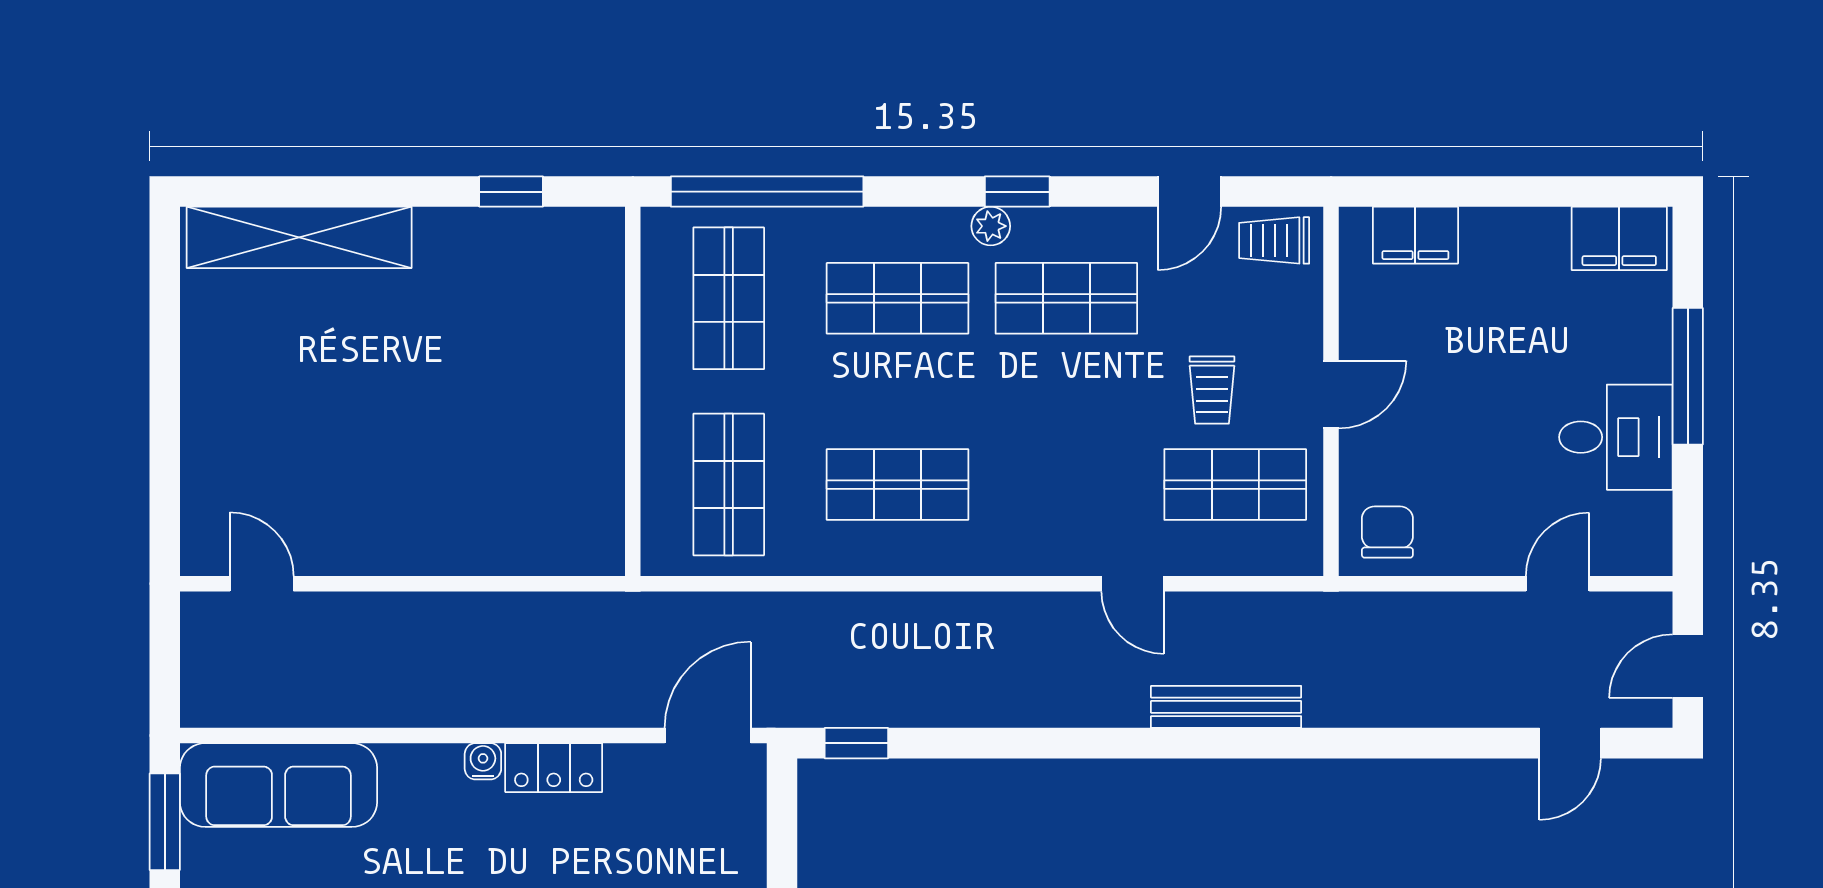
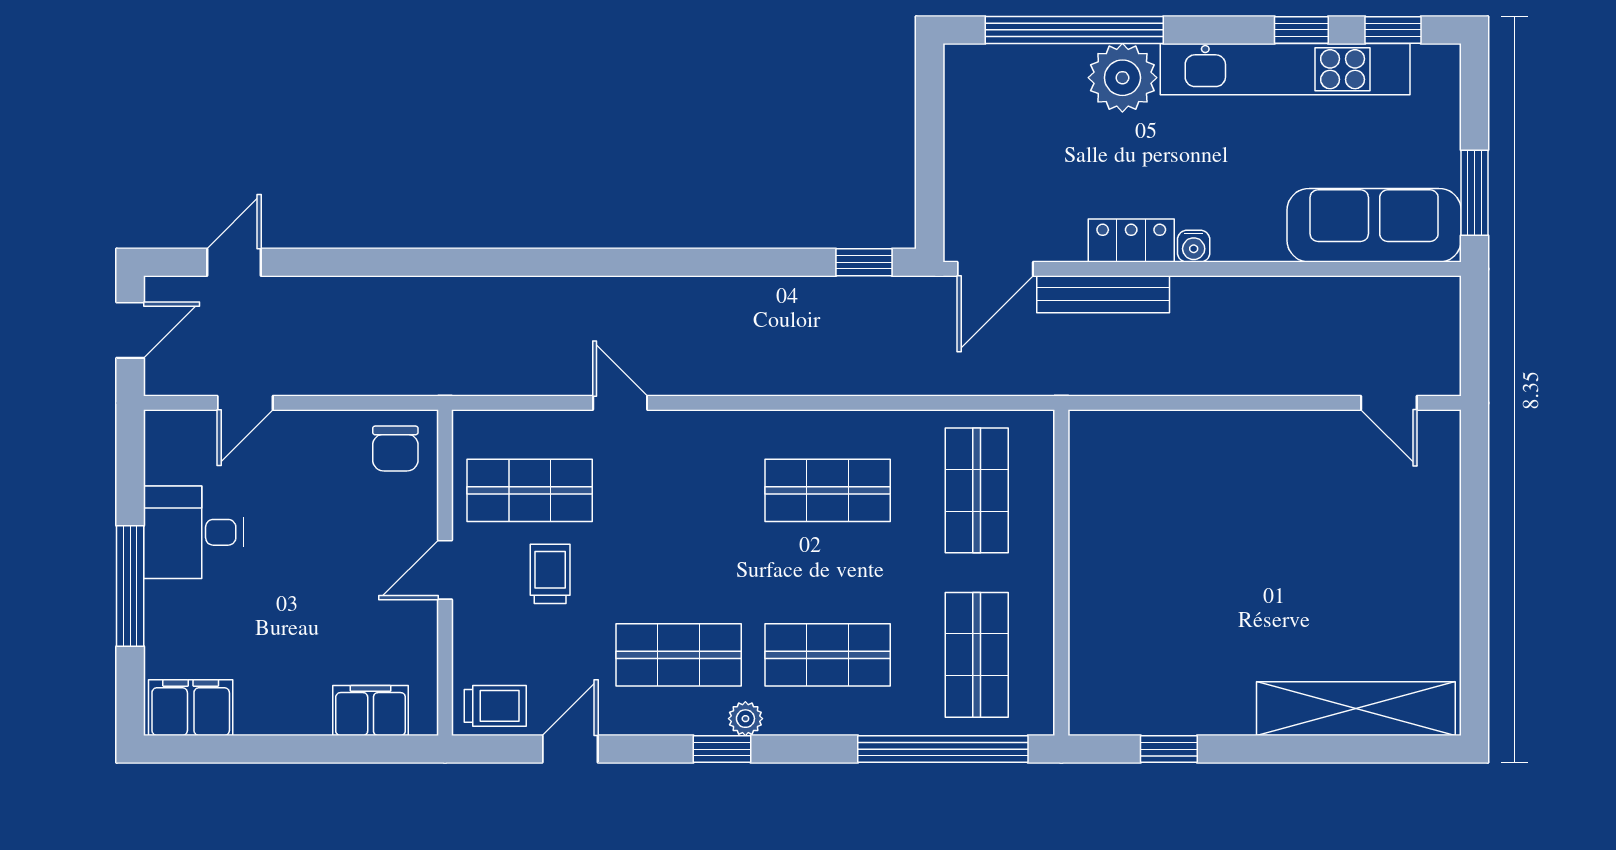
bench: (1226, 707) -> (1103, 294), moved

